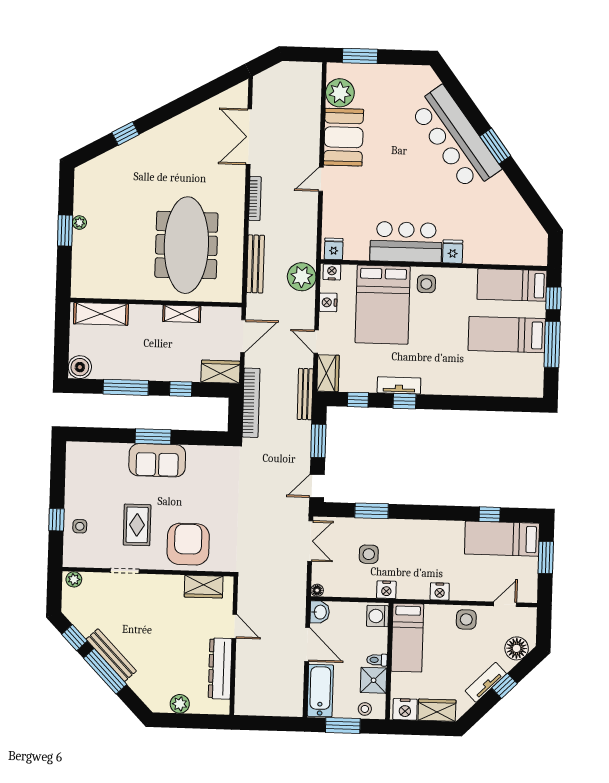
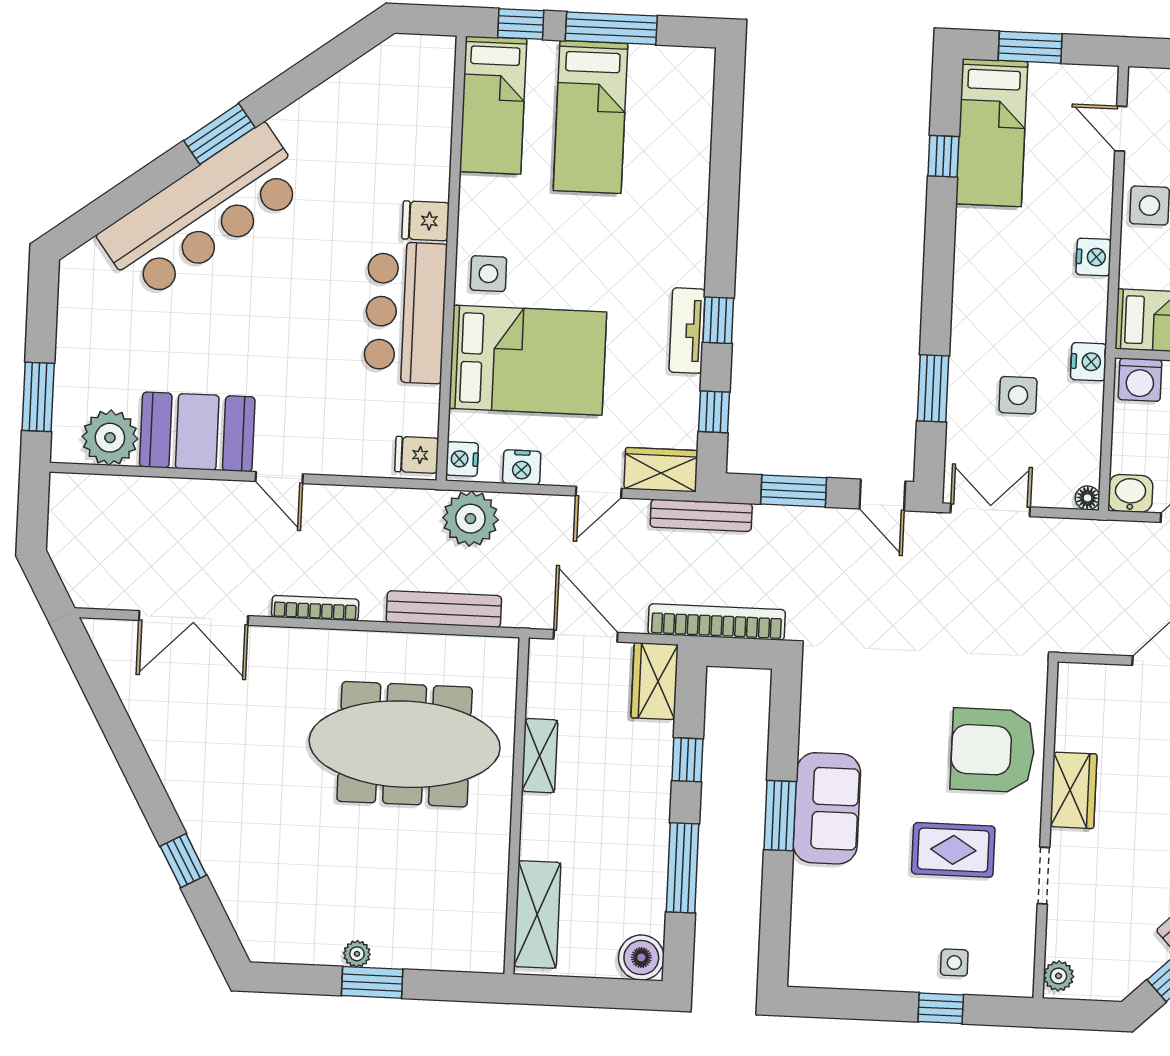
wardrobe: (204, 587) -> (1073, 790), moved

